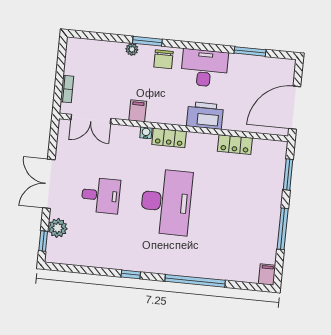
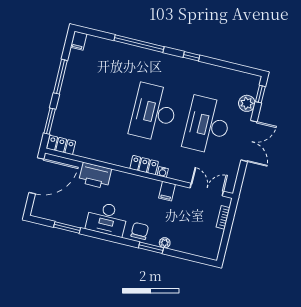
printer: (205, 115) -> (95, 176), moved
locker: (235, 145) -> (61, 145), moved
desk: (101, 195) -> (207, 125), width x1.87, depth x1.30

